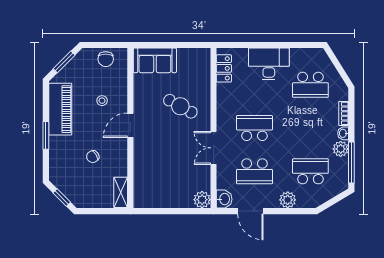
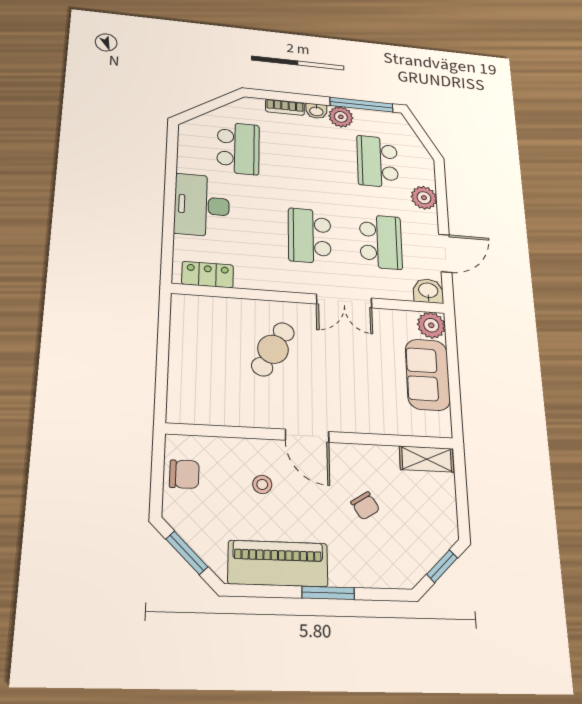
sofa: (155, 60) -> (428, 375), moved, turned 180

